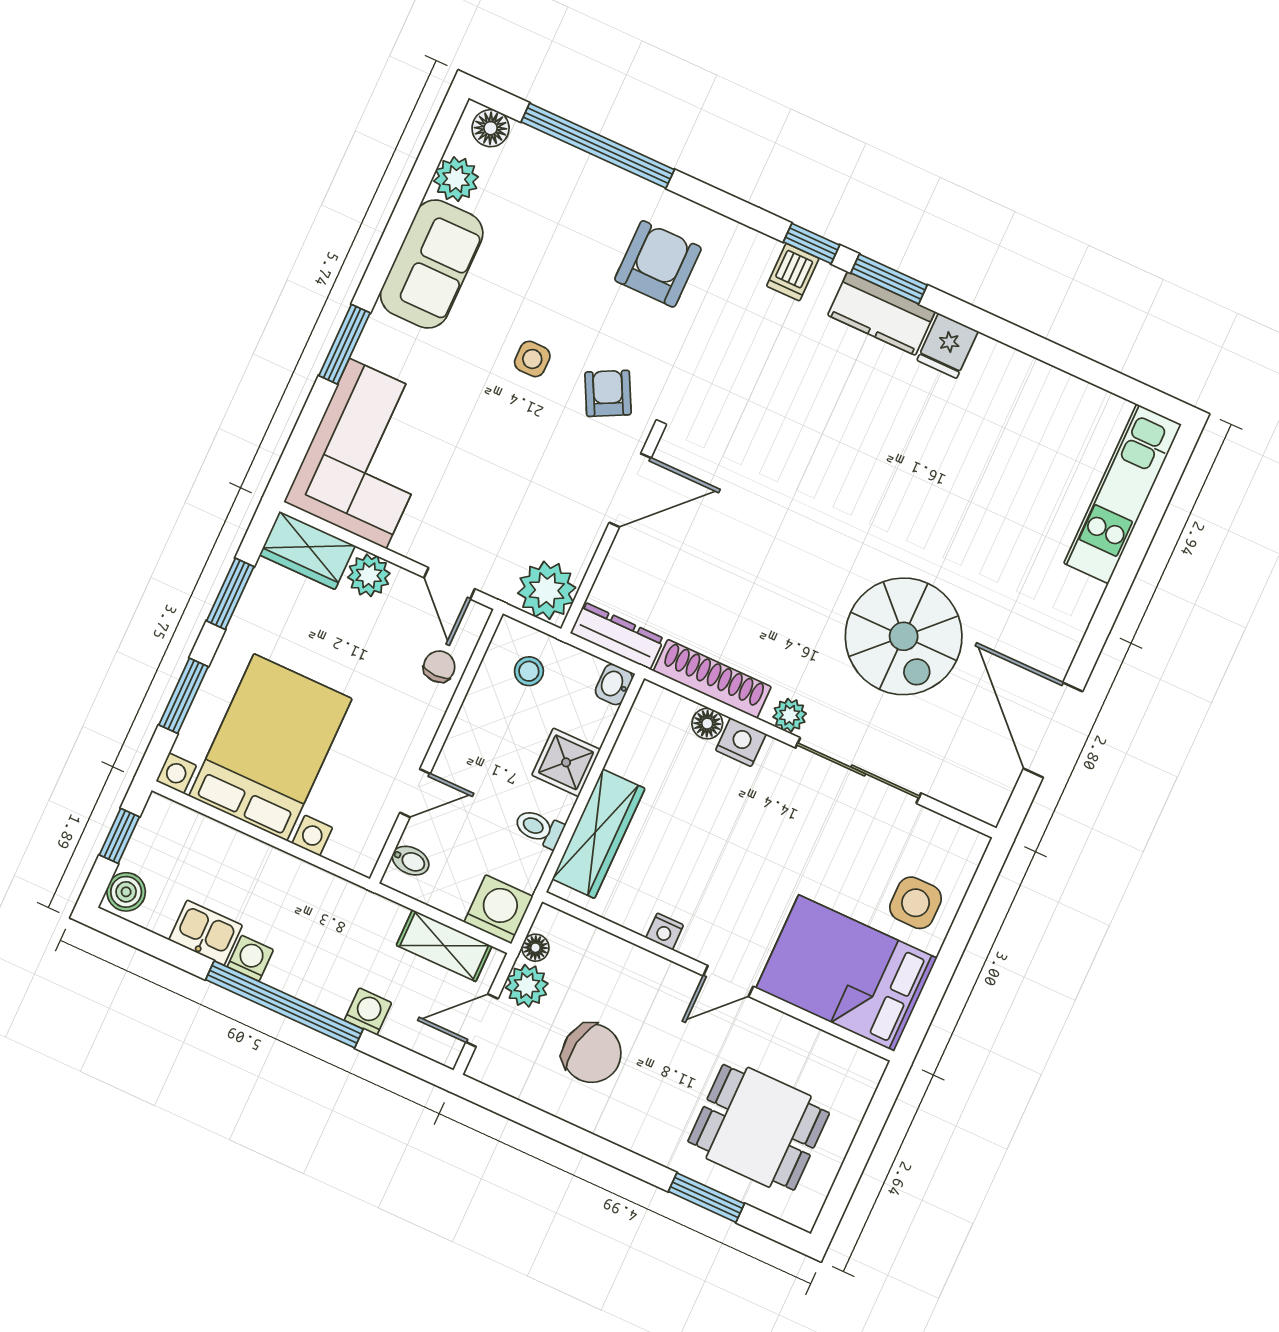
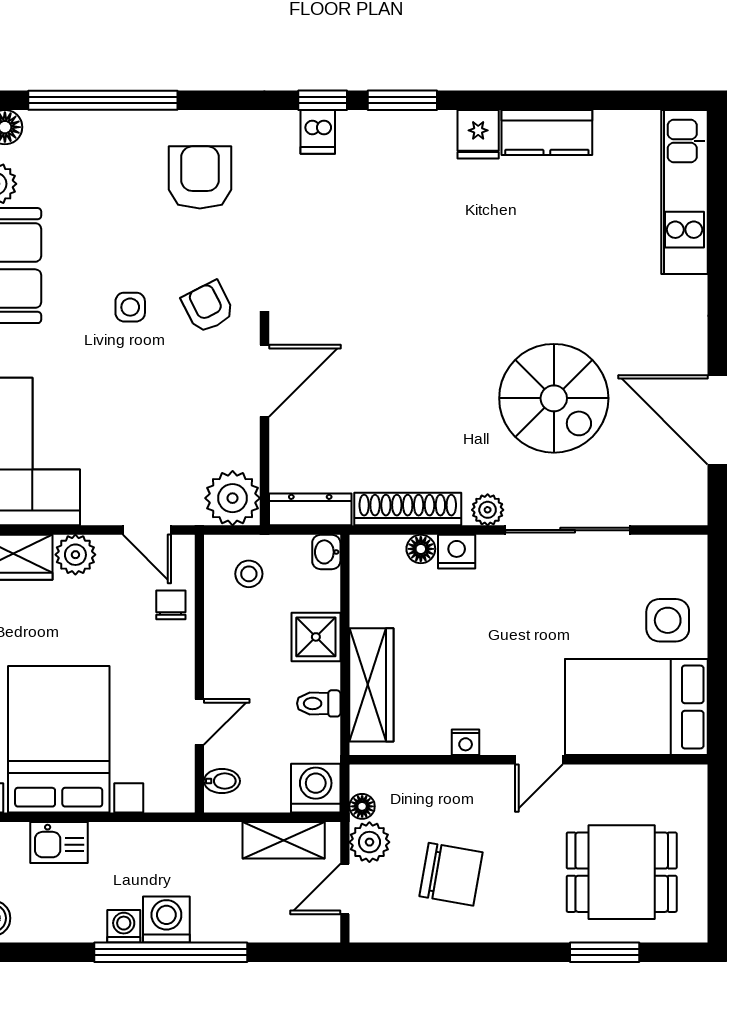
kitchen counter: (881, 313) -> (547, 132), moved
kitchen sink: (206, 933) -> (59, 842), moved, turned 180
washing machine: (368, 1012) -> (166, 920), moved, width x1.38, depth x1.38

